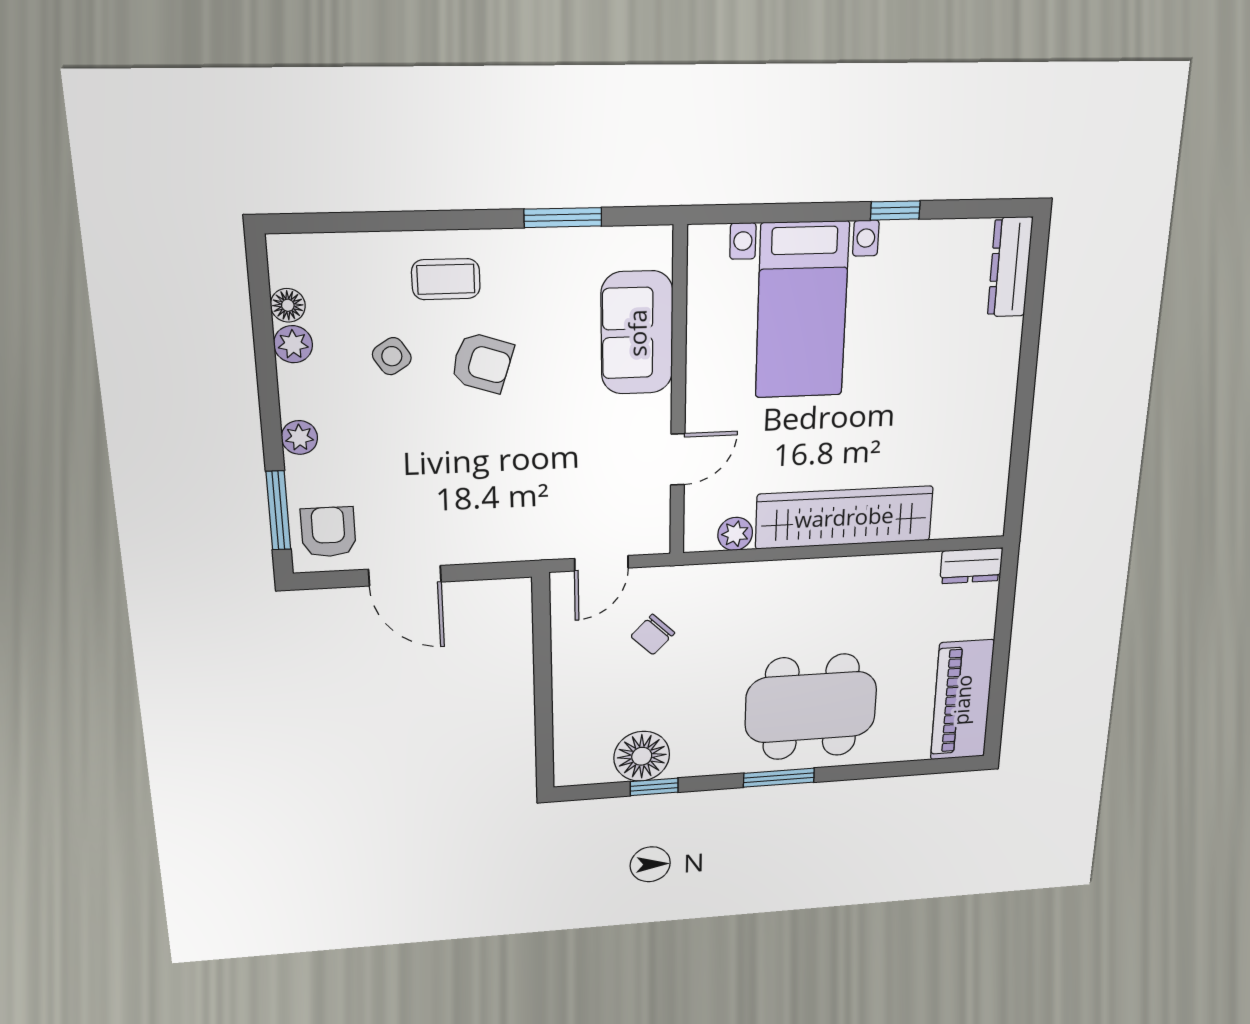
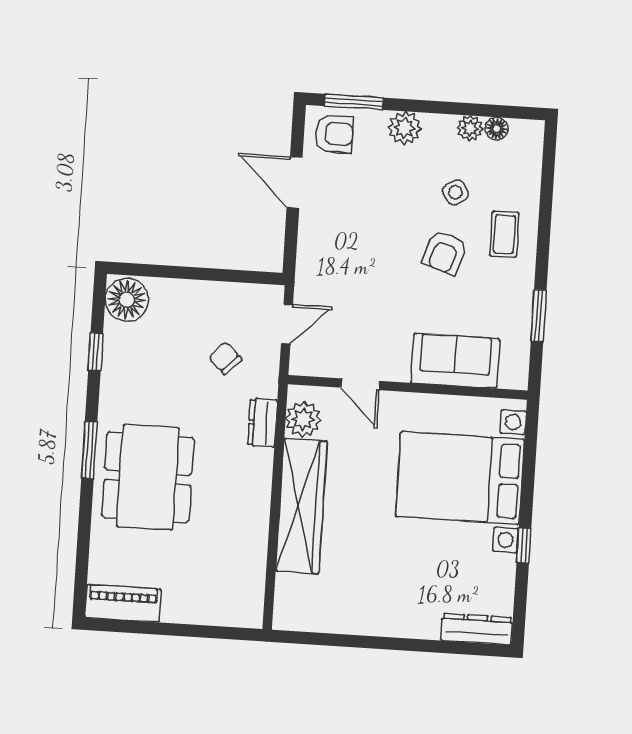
bed with nightstands: (802, 310) -> (460, 478), width x1.36
plant: (299, 437) -> (405, 128), width x1.38, depth x1.38
plant: (735, 534) -> (303, 419), width x1.38, depth x1.38
door: (601, 563) -> (287, 324), swing flipped
dresser: (971, 566) -> (262, 423), moved
door: (405, 576) -> (295, 183), hinge flipped
piano: (962, 700) -> (123, 603), width x0.73, depth x0.75
floor lamp: (642, 756) -> (127, 300), moved

